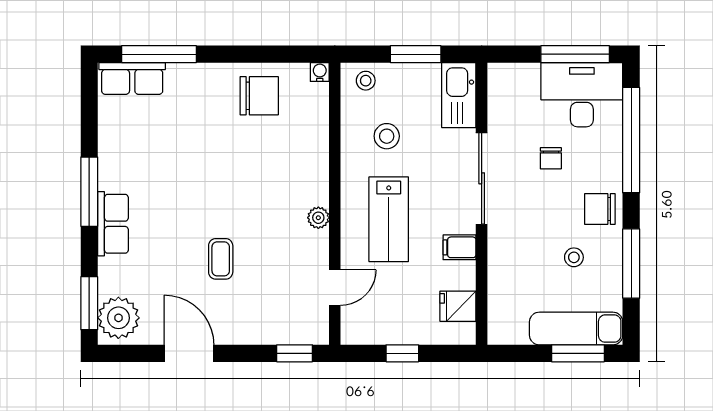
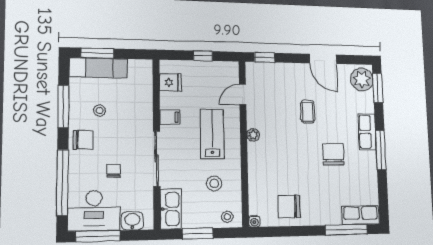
washbasin: (521, 77) -> (132, 221), added
chair: (177, 184) -> (333, 154), added

